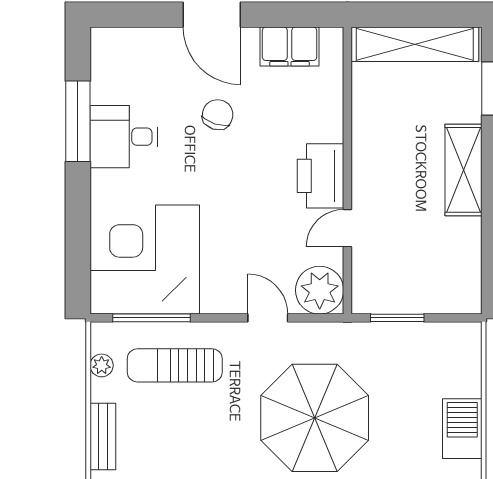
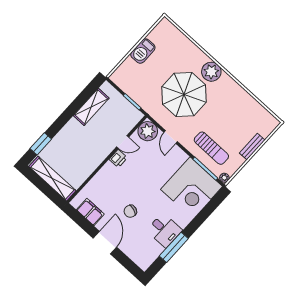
shelving: (463, 170) -> (91, 107), moved
printer: (320, 176) -> (118, 158), width x0.53, depth x0.68
plant: (102, 365) -> (224, 178), moved

